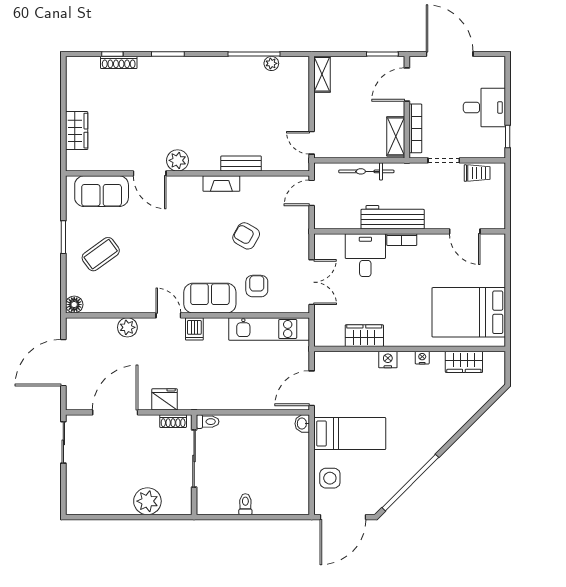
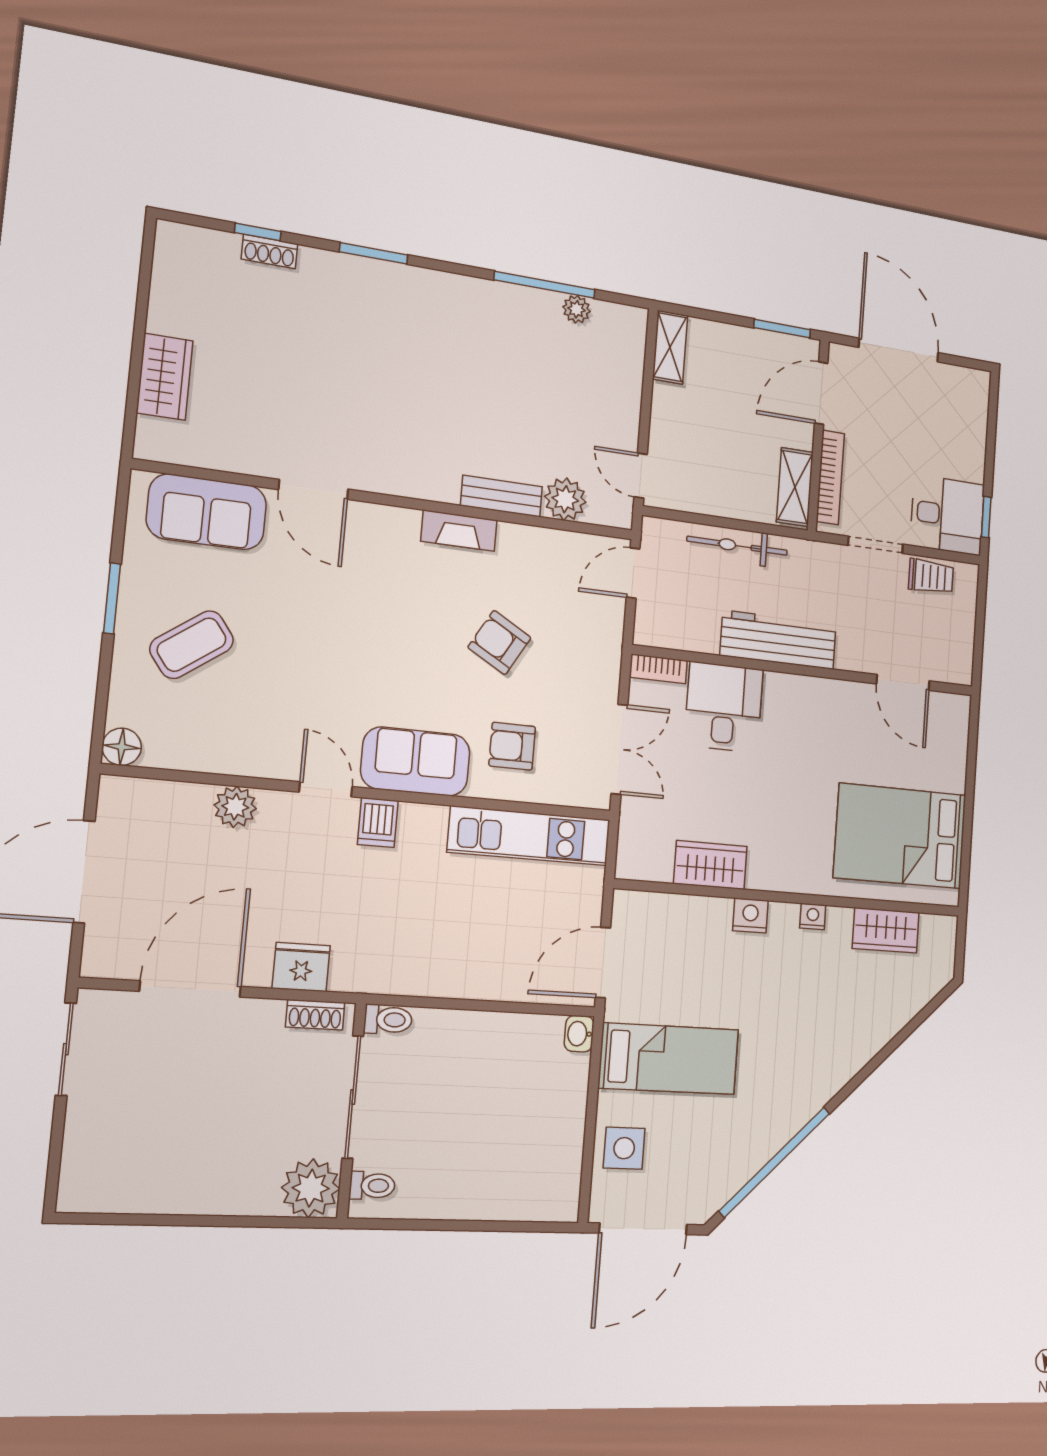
shoe rack: (119, 62) -> (270, 252), width x0.70
desk: (484, 107) -> (947, 515), moved
plant: (178, 160) -> (565, 499), moved
bookcase: (402, 240) -> (658, 669), moved
armchair: (257, 286) -> (512, 746), turned -90
plant: (147, 501) -> (311, 1188), moved
toilet: (245, 504) -> (372, 1186), moved, turned 90

